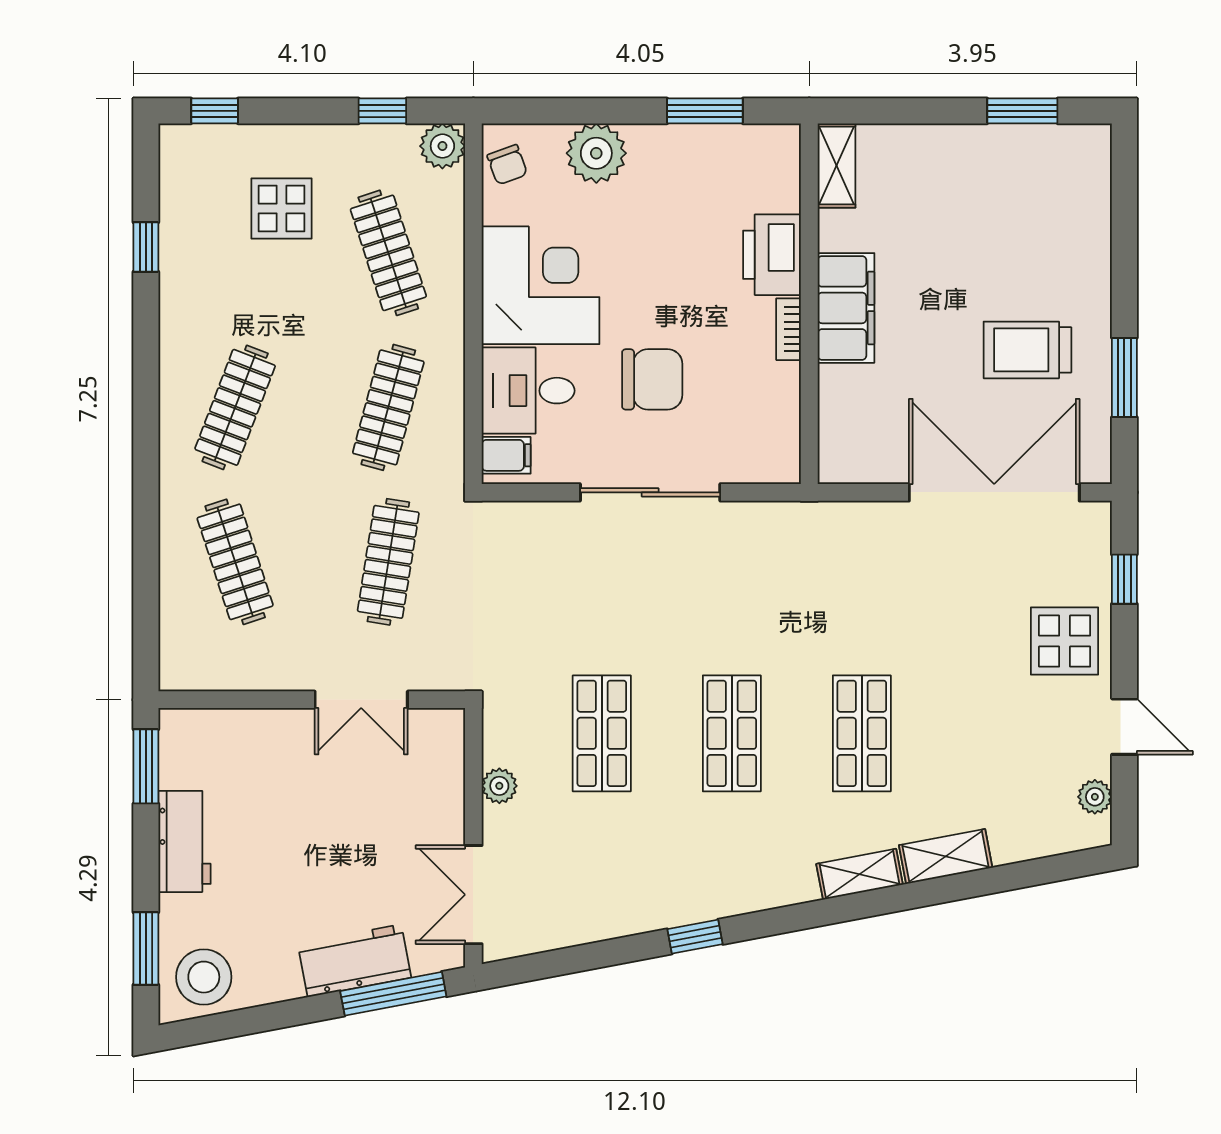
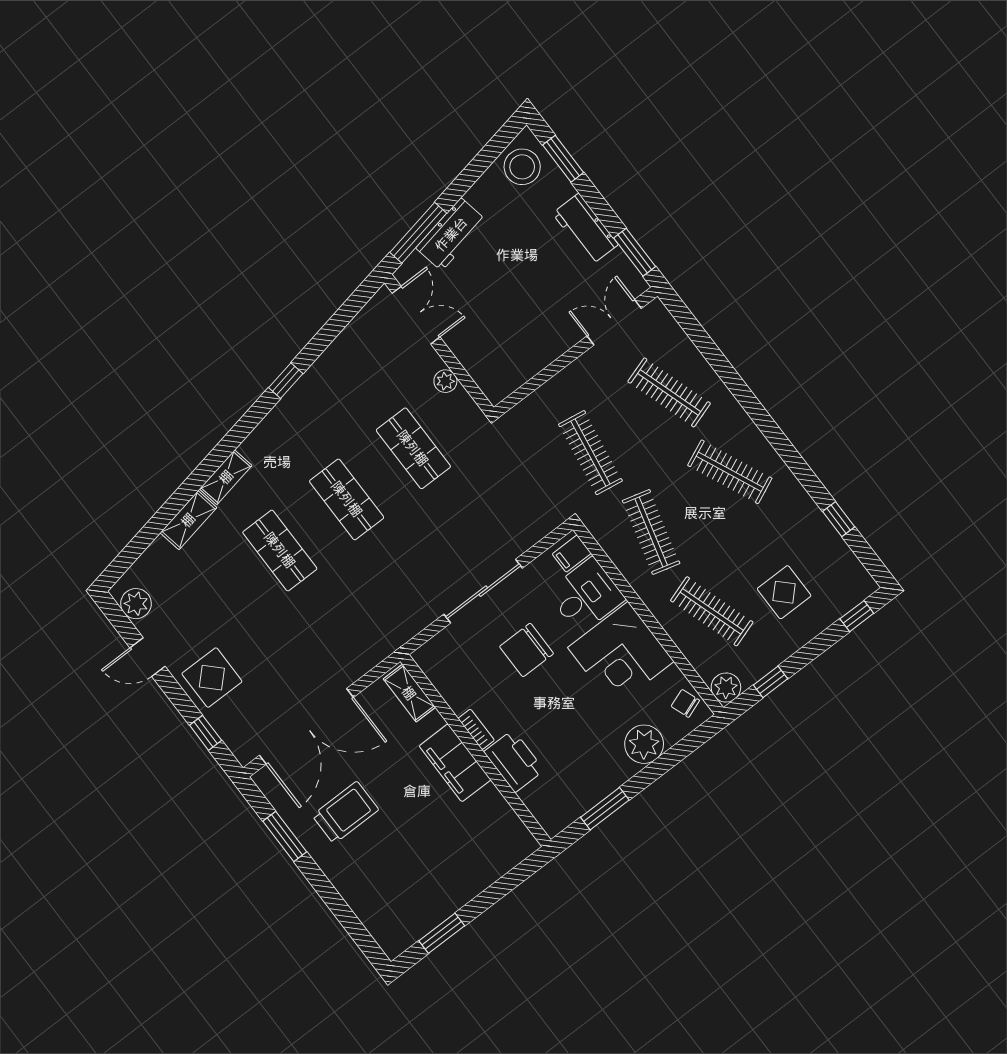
shelving: (836, 165) -> (409, 693), moved
clothes rail: (235, 407) -> (730, 472), turned -45
double door: (361, 700) -> (614, 322), moved
plant: (1095, 797) -> (136, 604), width x1.38, depth x1.38

